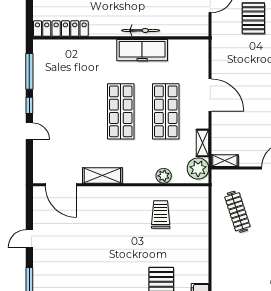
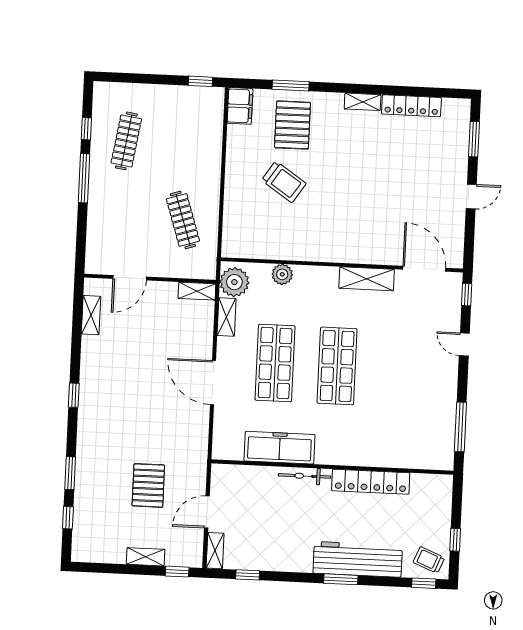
locker: (61, 29) -> (371, 482), moved
freezer: (142, 50) -> (279, 448), moved
window: (29, 105) -> (467, 295), moved
trolley: (161, 215) -> (284, 182), moved, turned -56

